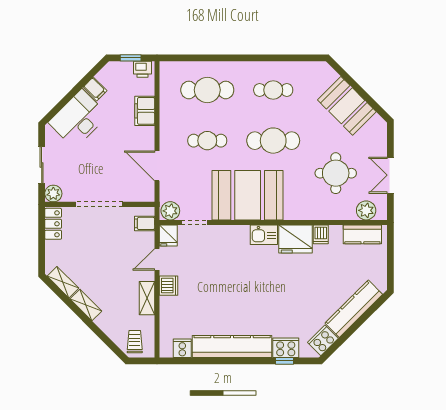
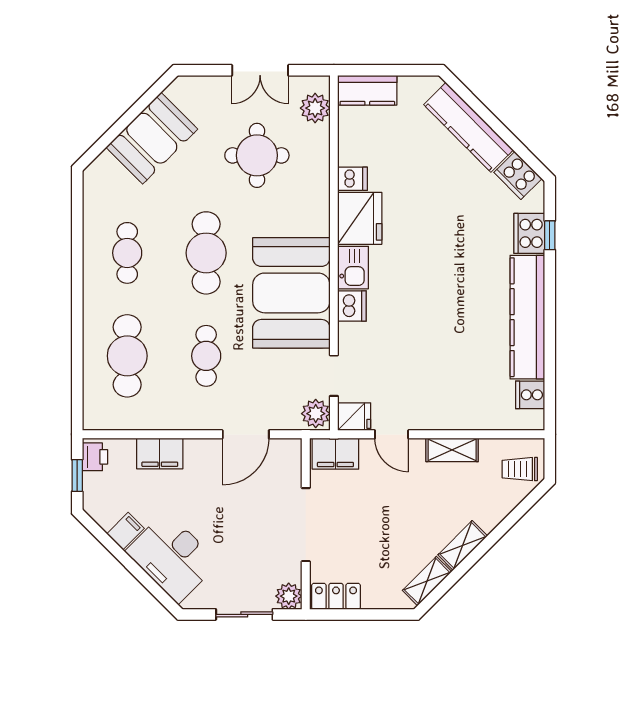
filing cabinet: (145, 223) -> (335, 454), width x2.00
kitchen counter: (362, 234) -> (367, 90), moved, turned 90
dishwasher: (169, 286) -> (352, 306), moved, turned 90

